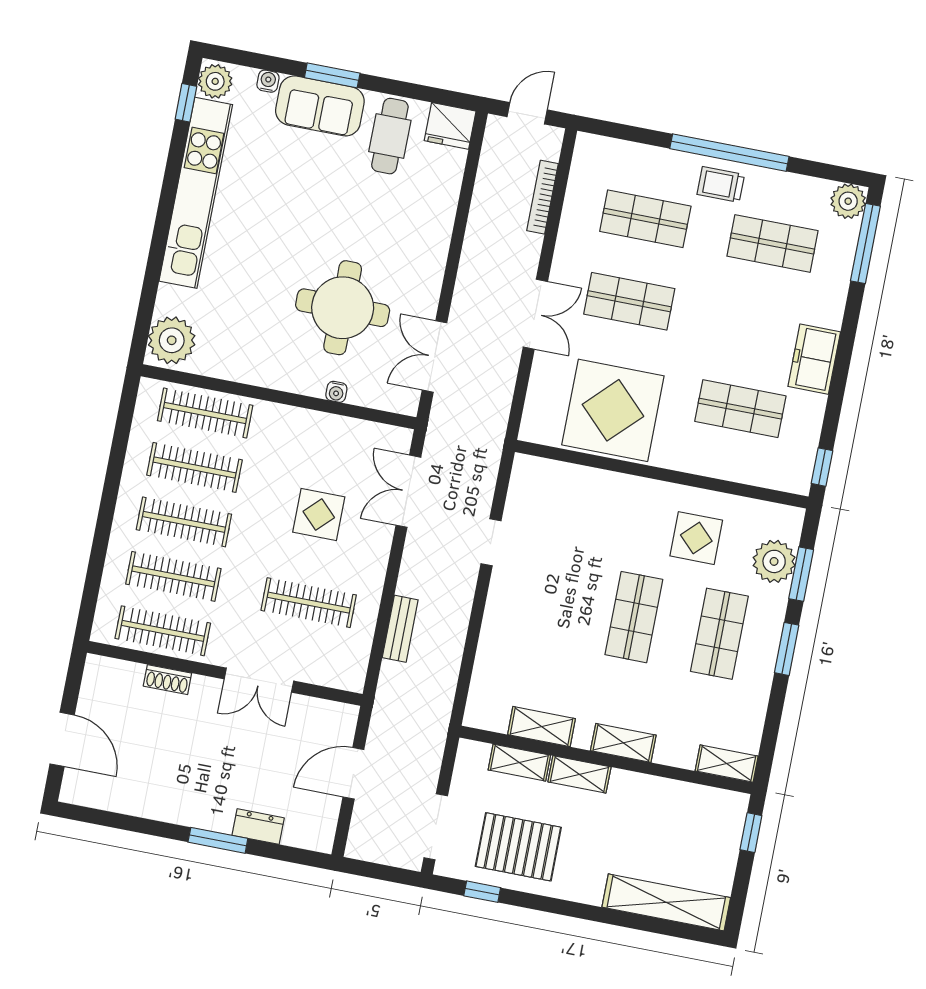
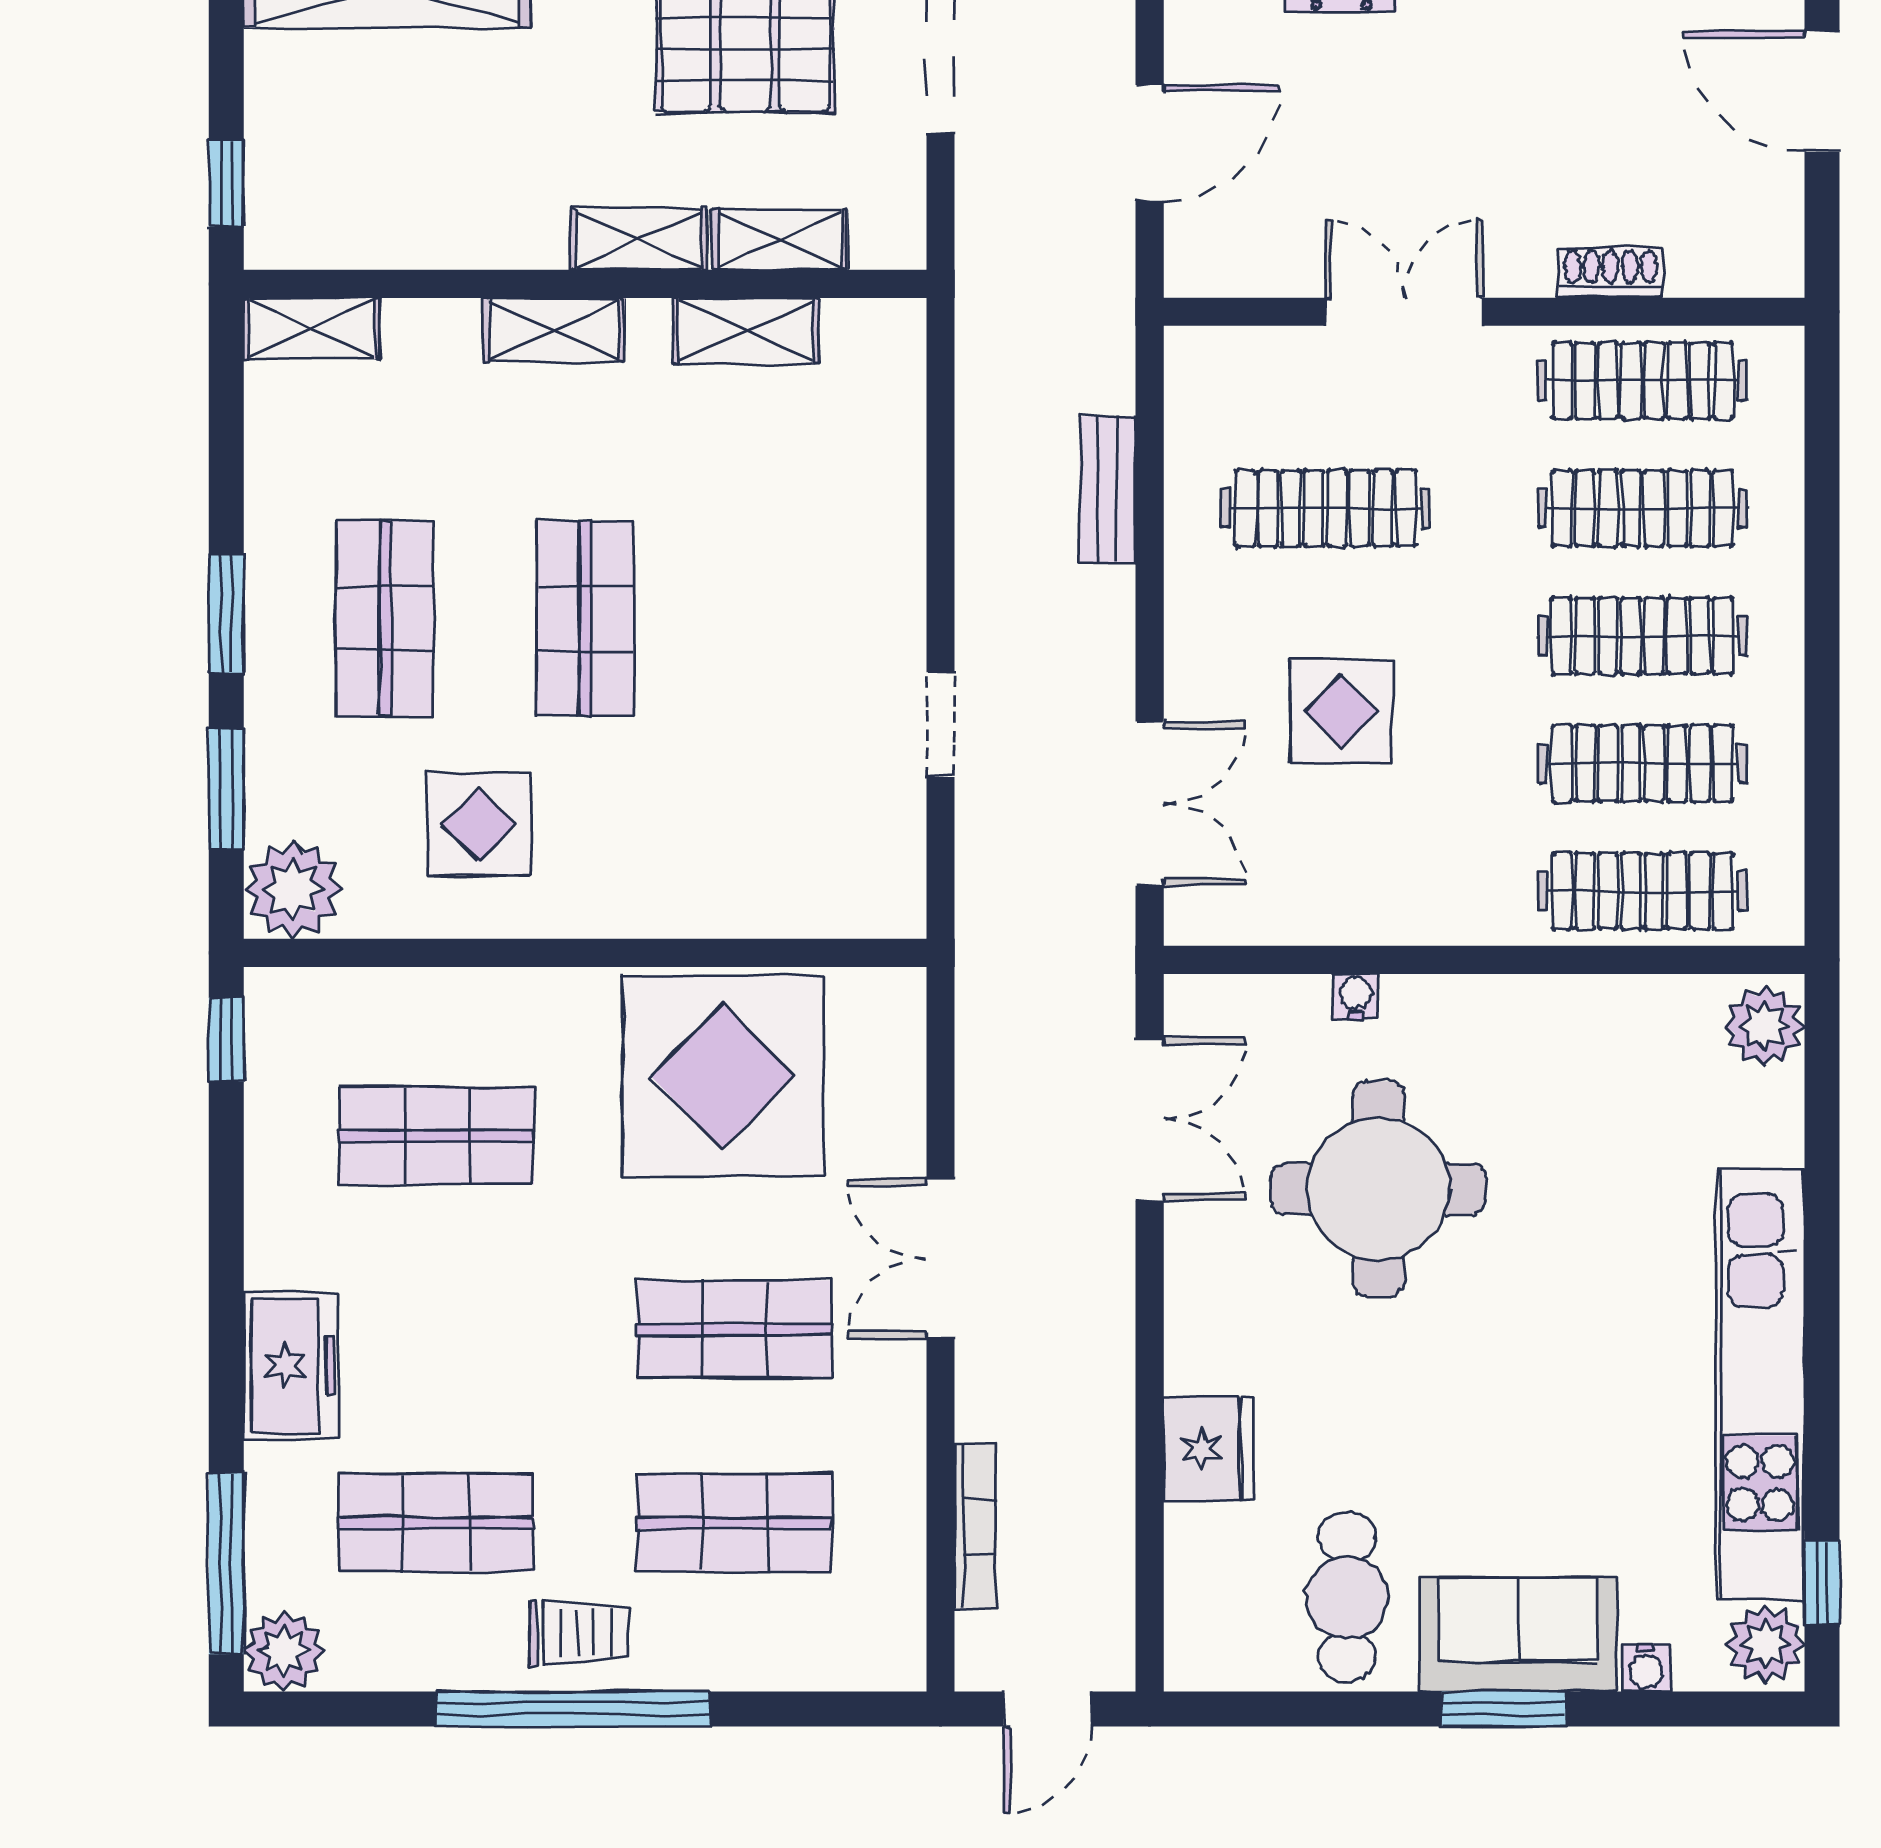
fridge: (450, 126) -> (1208, 1449), moved, turned 90
plant: (172, 340) -> (1765, 1026), width x0.73, depth x0.73
freezer: (814, 359) -> (291, 1366), moved
plant: (774, 561) -> (293, 890), moved

